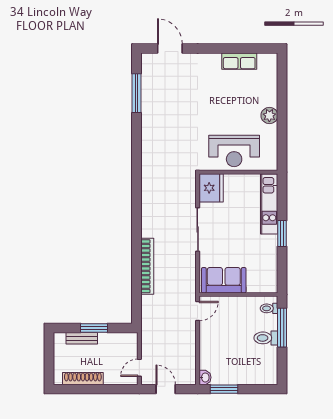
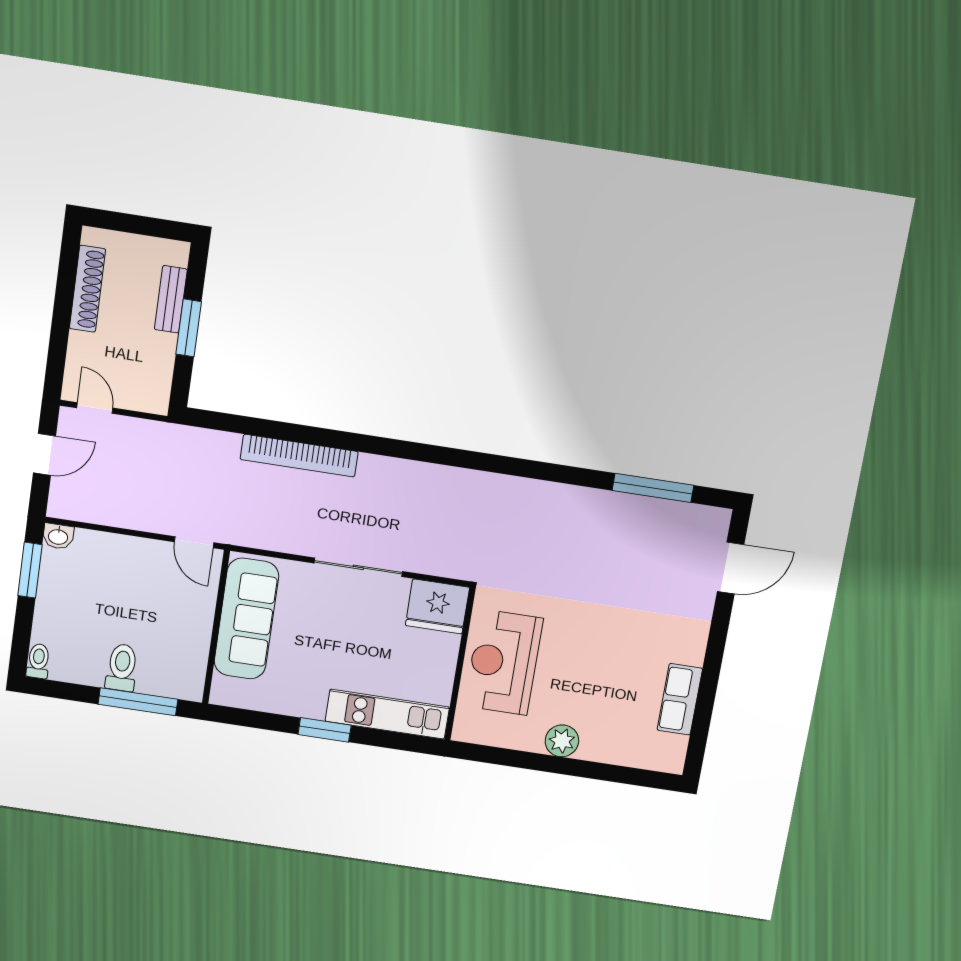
sofa: (224, 280) -> (246, 619), width x1.36
toilet: (269, 308) -> (38, 661), moved

